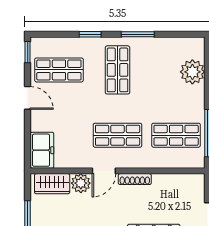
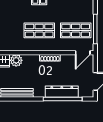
door: (104, 171) -> (83, 53), moved

